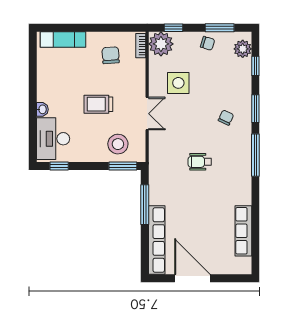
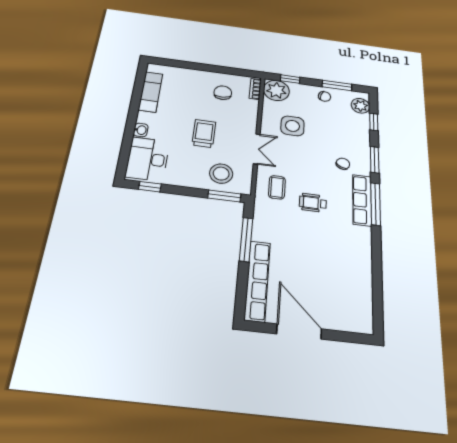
exam couch: (63, 40) -> (151, 92), moved, turned -90
trolley: (98, 104) -> (204, 133), turned 90
coffee table: (168, 151) -> (277, 187), added
row of seats: (243, 231) -> (362, 200), moved

